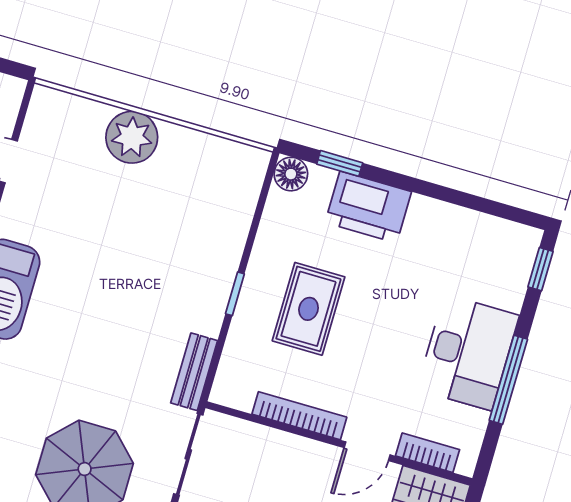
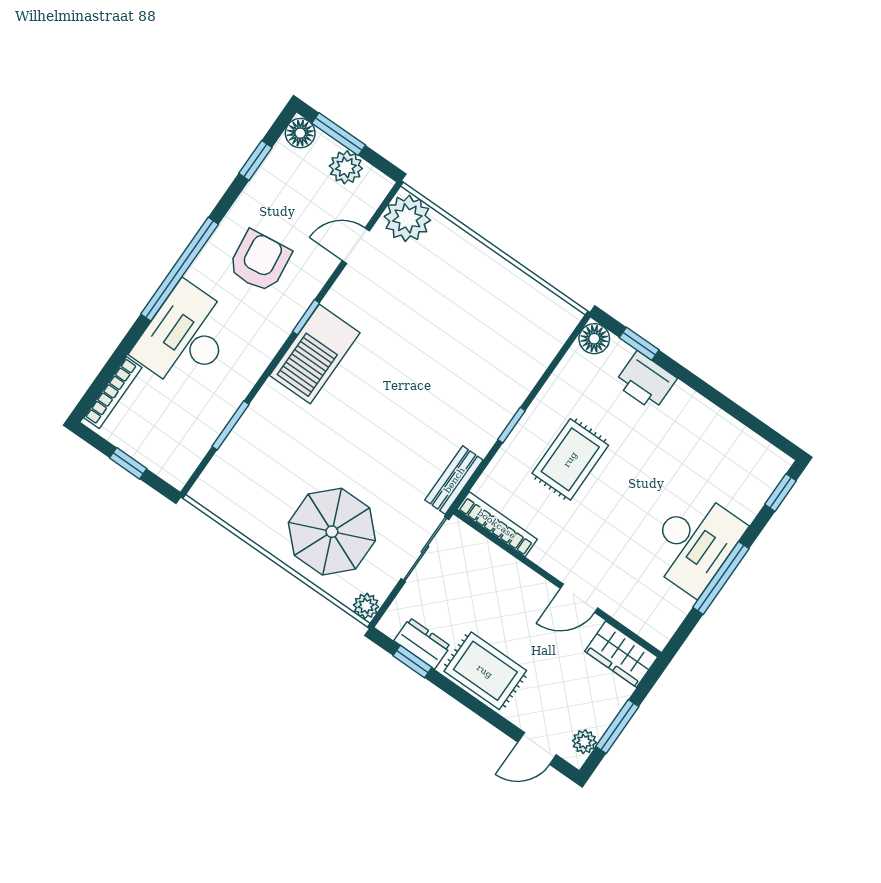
plant: (132, 137) -> (407, 218), moved
printer: (368, 207) -> (646, 381), width x0.73, depth x0.84
bookcase: (299, 416) -> (497, 524), moved
bookcase: (428, 453) -> (631, 617), removed

